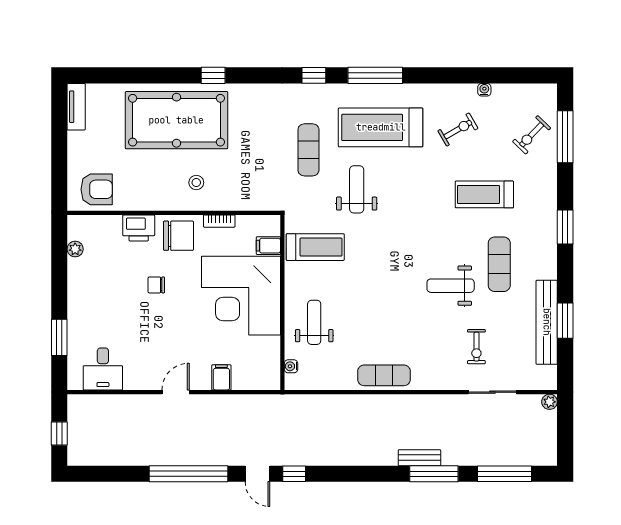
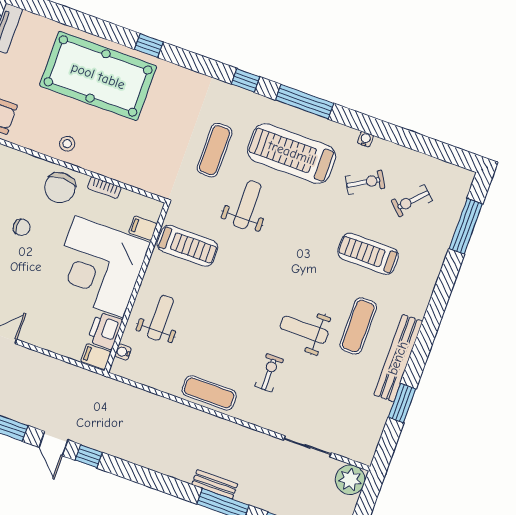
water cooler: (484, 90) -> (365, 139), moved
exercise bike: (532, 135) -> (412, 201), moved
stool: (196, 183) -> (67, 144), moved
window: (565, 227) -> (435, 313), removed
printer: (139, 228) -> (105, 330), moved, turned 90
chair: (178, 236) -> (60, 188), turned 90
chair: (156, 285) -> (22, 227), turned 180
bench: (547, 322) -> (398, 358), moved
exercise bike: (476, 347) -> (269, 373), moved, turned 180
filing cabinet: (221, 377) -> (96, 357), moved, turned -90
plant: (550, 402) -> (350, 480), width x1.87, depth x1.87

